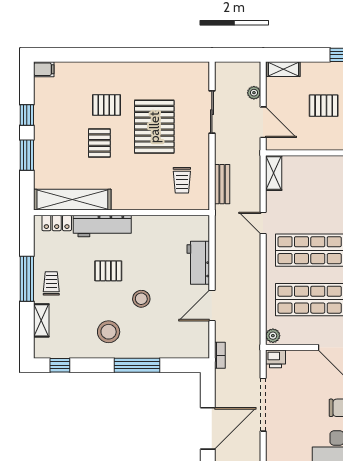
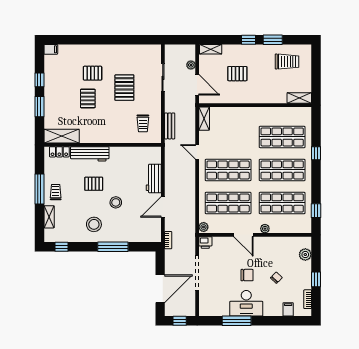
pallet: (154, 127) -> (124, 88), width x0.73, depth x0.71
shelving: (72, 200) -> (62, 136), width x0.68

